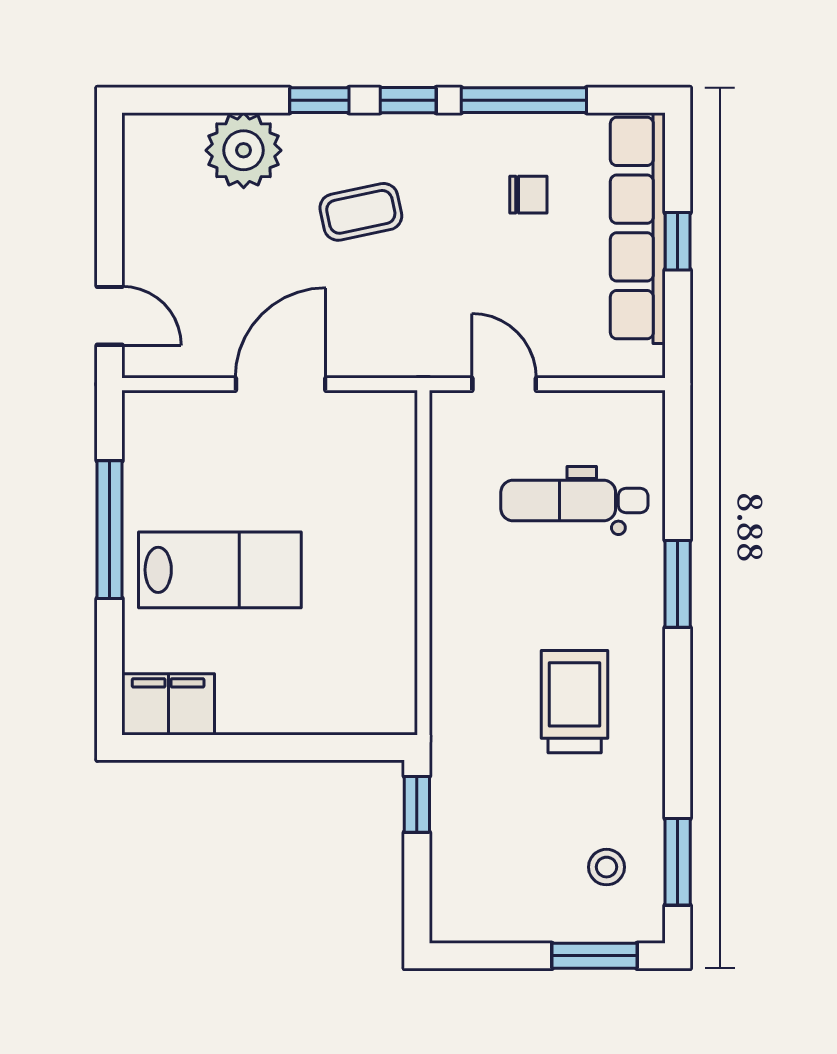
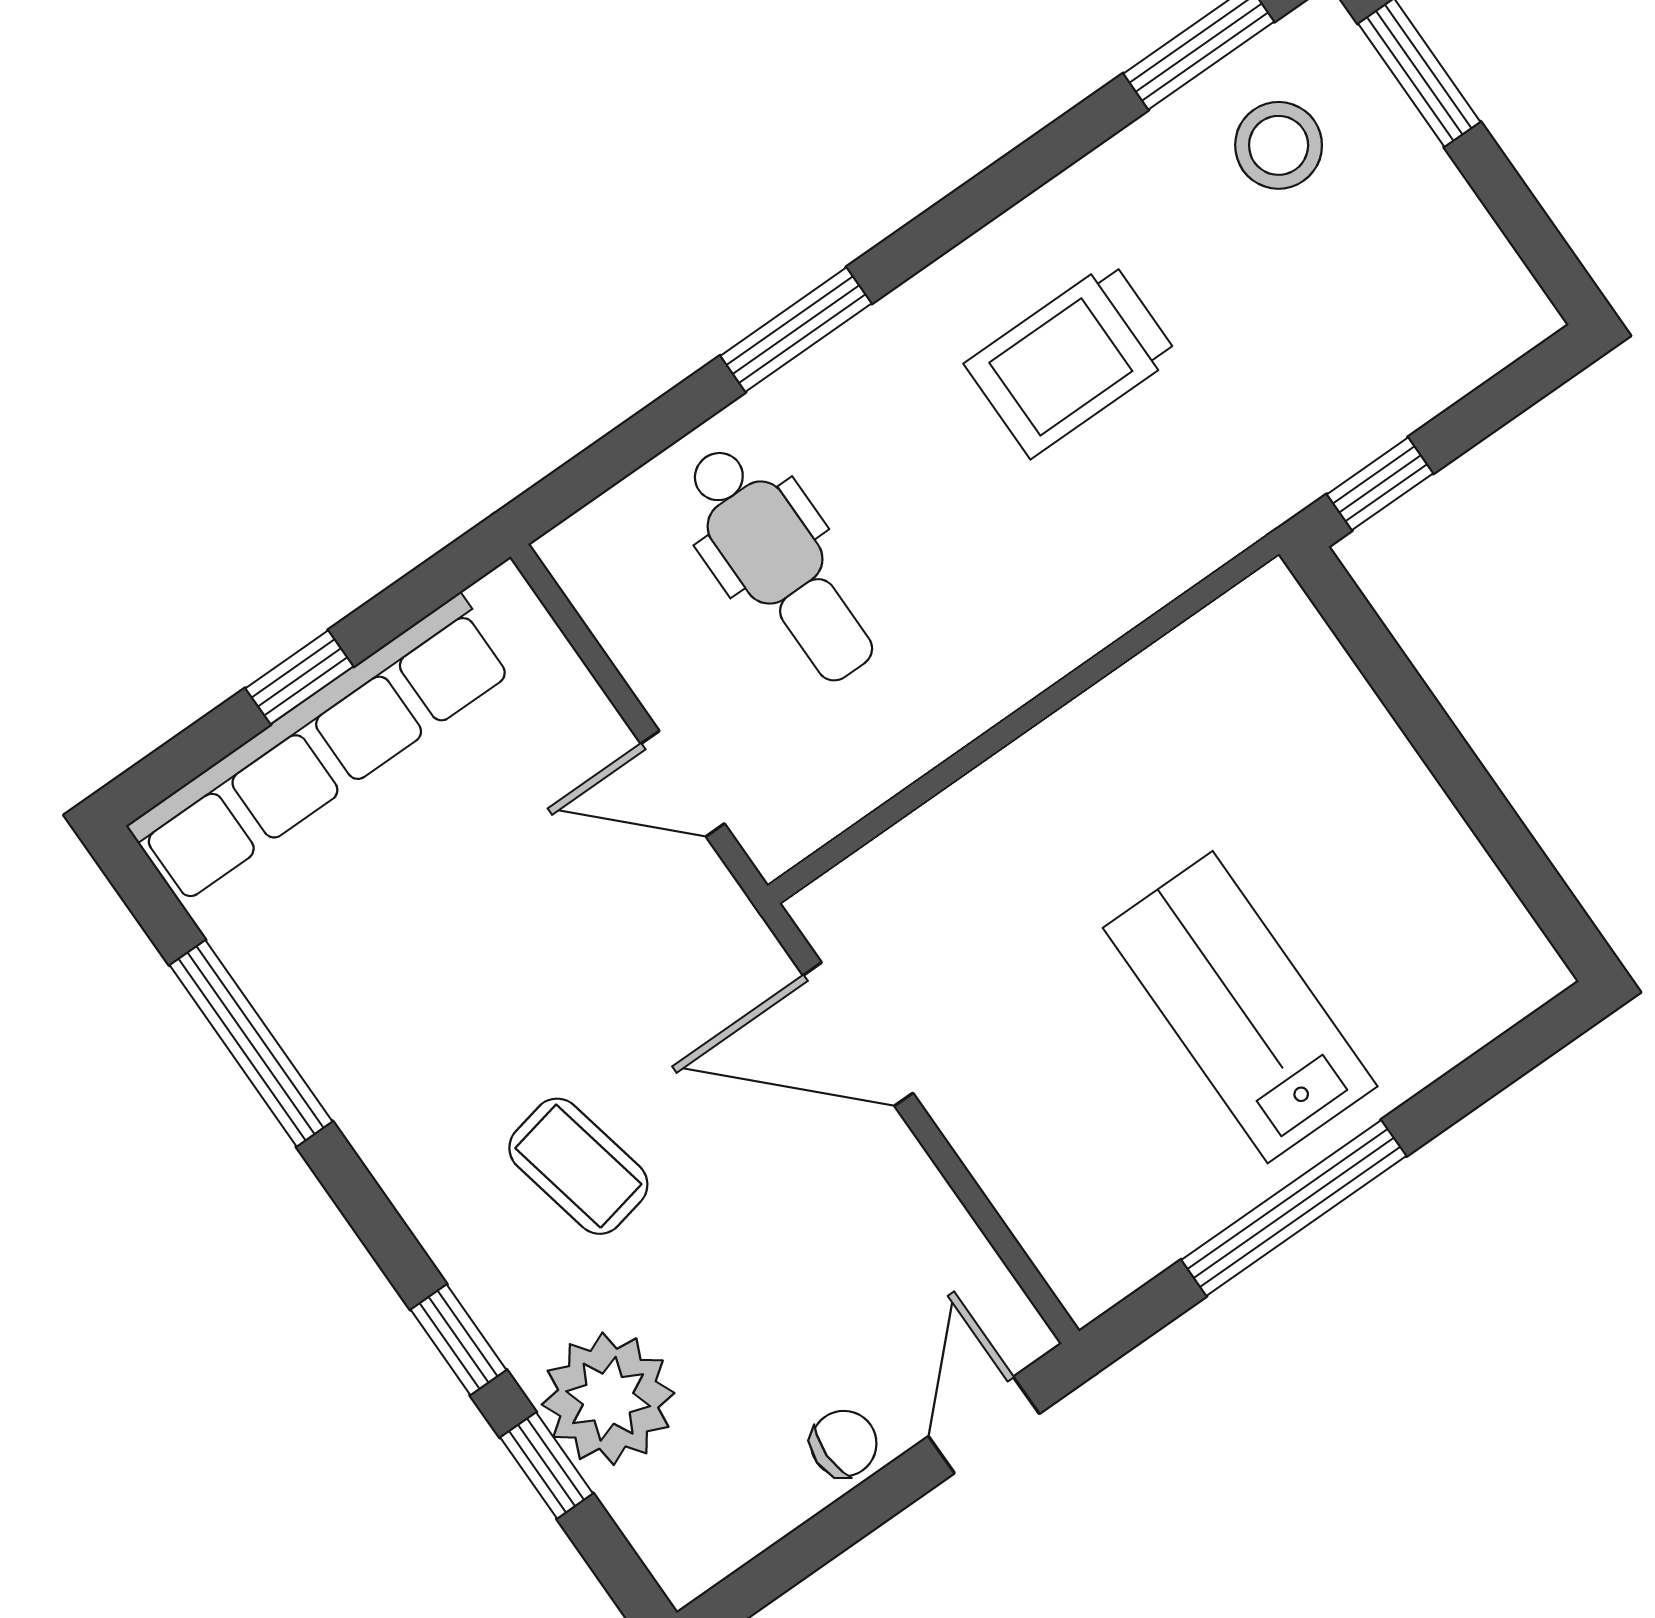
window: (408, 100) -> (547, 1465), moved
chair: (528, 195) -> (844, 1444), moved, turned 90
door: (281, 384) -> (858, 1034), moved
door: (504, 384) -> (683, 784), hinge flipped
filing cabinet: (168, 704) -> (1488, 946), removed
stool: (606, 867) -> (1279, 145), width x1.37, depth x1.37

